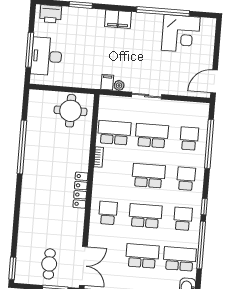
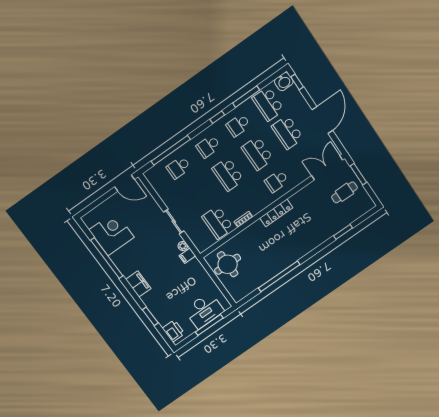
school desk: (152, 136) -> (198, 195), removed
window: (201, 245) -> (246, 97), width x0.68
window: (12, 268) -> (343, 232), moved

